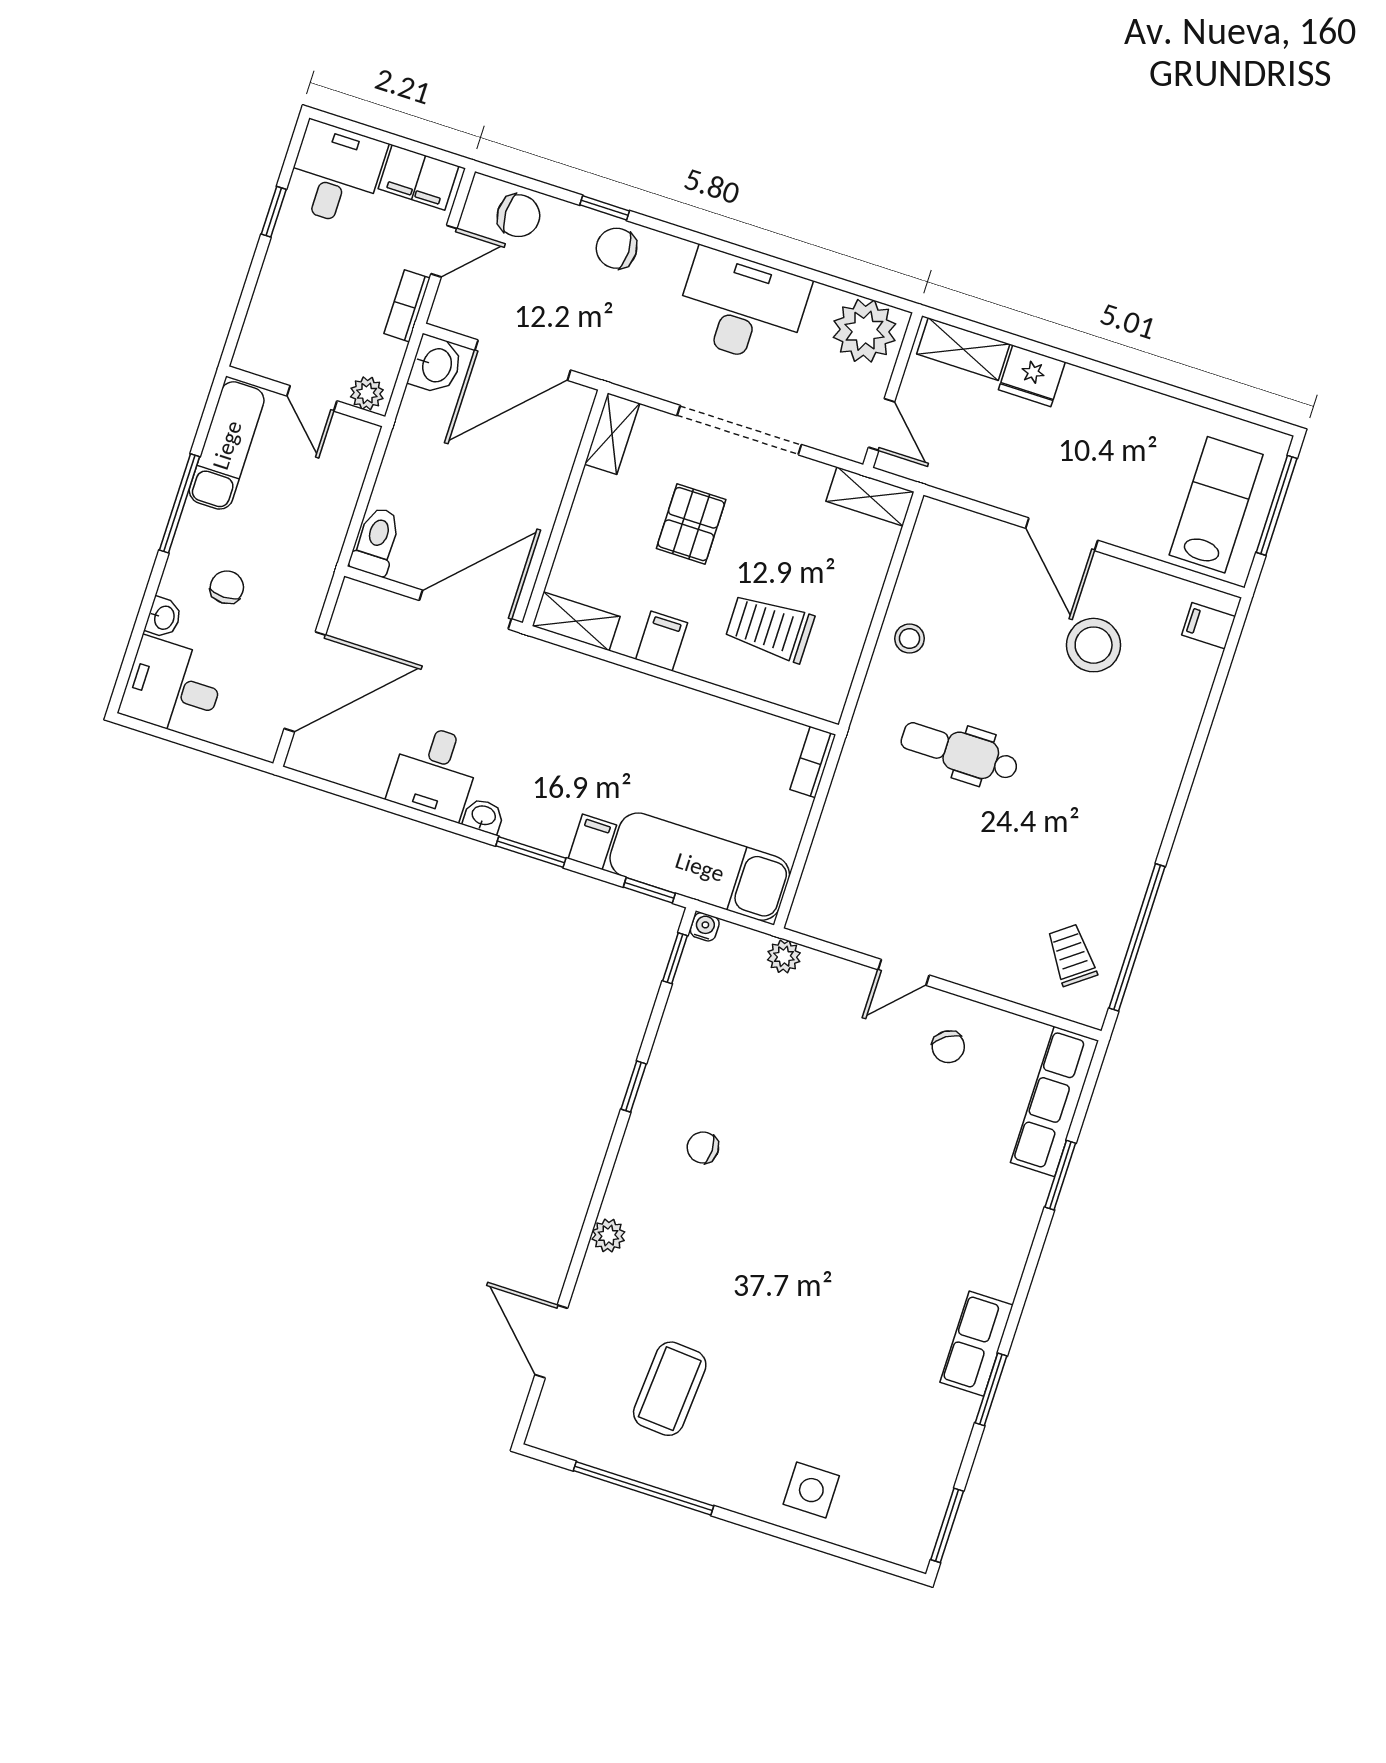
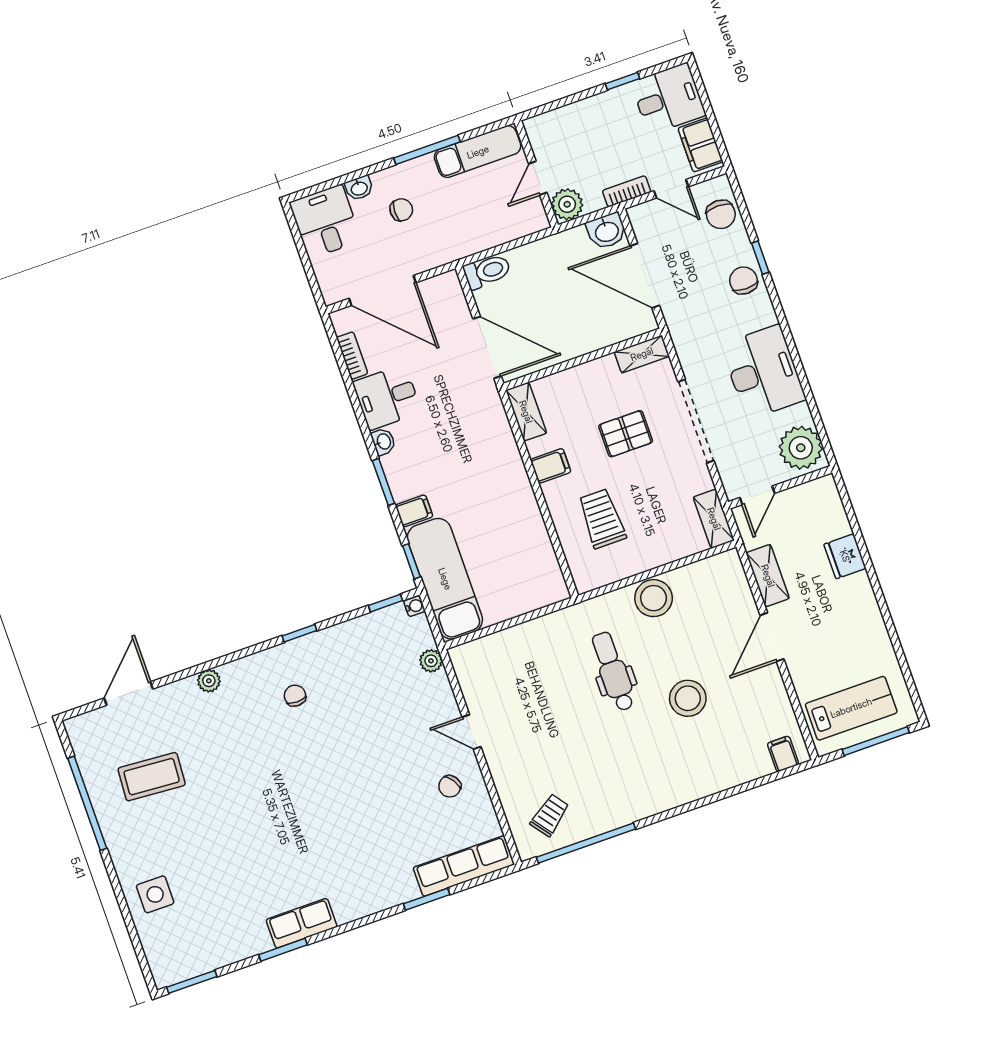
shelving: (963, 349) -> (768, 576), moved
plant: (367, 393) -> (567, 204), width x1.38, depth x1.38
stool: (910, 639) -> (654, 598), width x1.89, depth x1.89
stool: (1094, 645) -> (688, 698), moved
bookcase: (813, 762) -> (352, 356), moved, turned 90

